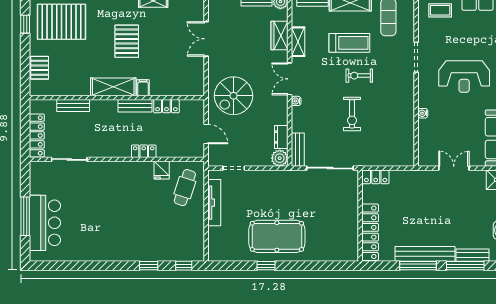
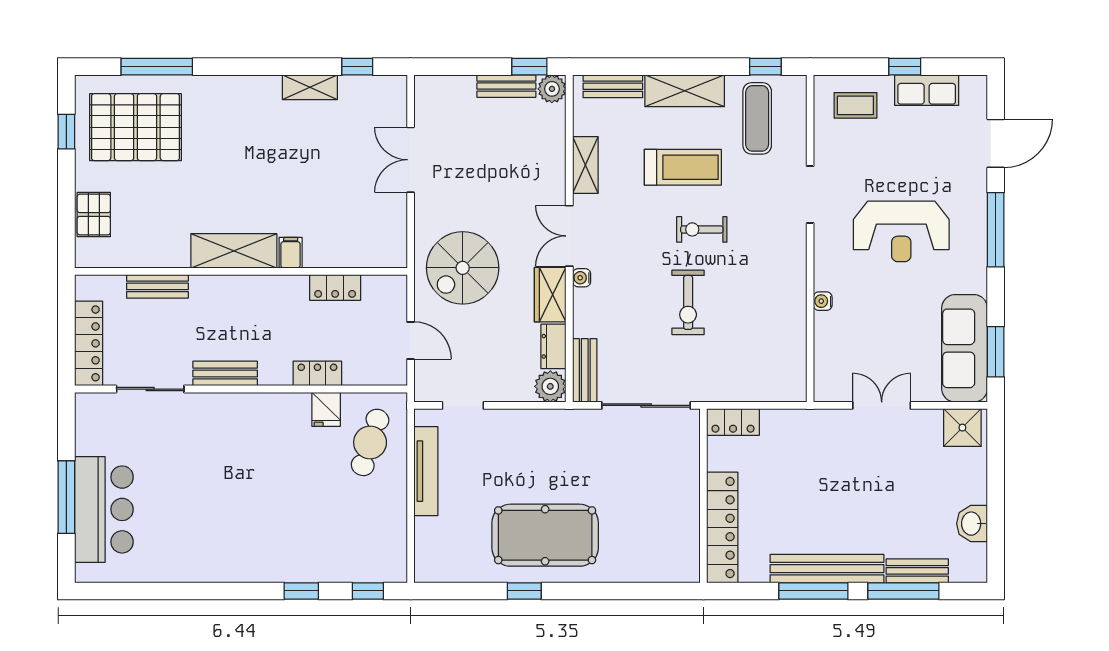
wardrobe: (280, 35) -> (550, 295), moved
pallet: (127, 41) -> (260, 164), removed
bench: (135, 106) -> (225, 373), moved
locker: (144, 151) -> (317, 373), moved

